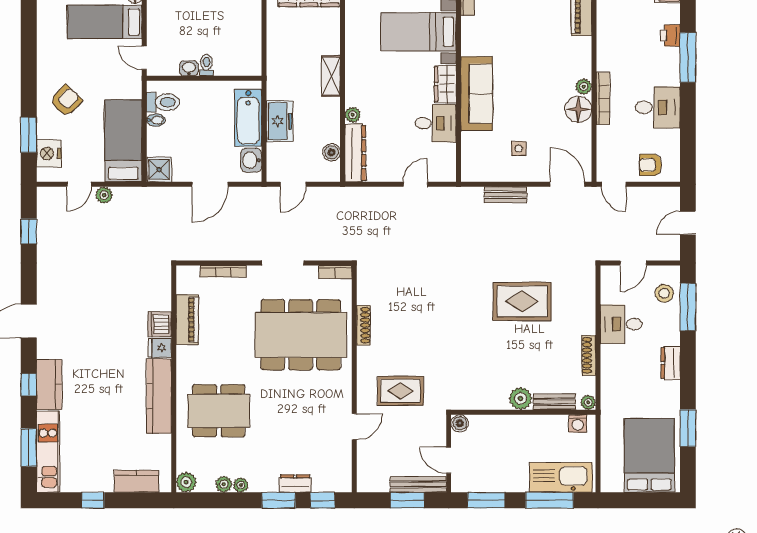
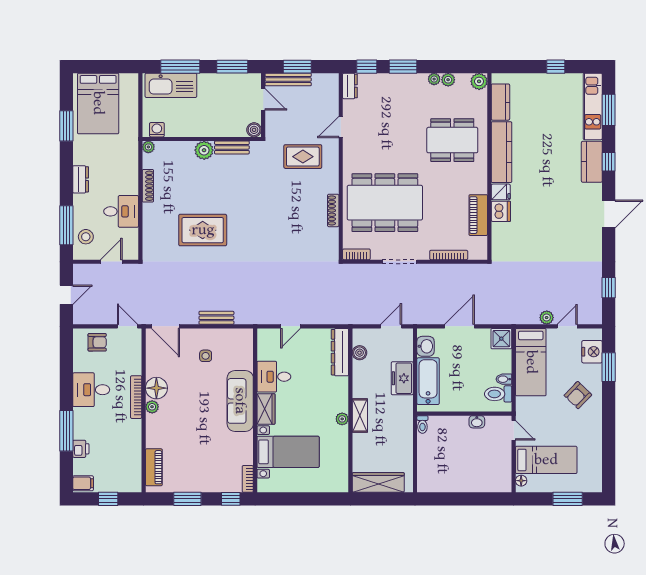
toilet: (207, 65) -> (422, 424), moved
plant: (353, 115) -> (342, 419), moved
bench: (554, 402) -> (232, 147), moved
kitchen counter: (136, 481) -> (500, 102), moved, turned -90
dresser: (295, 483) -> (350, 86), moved, turned -90

